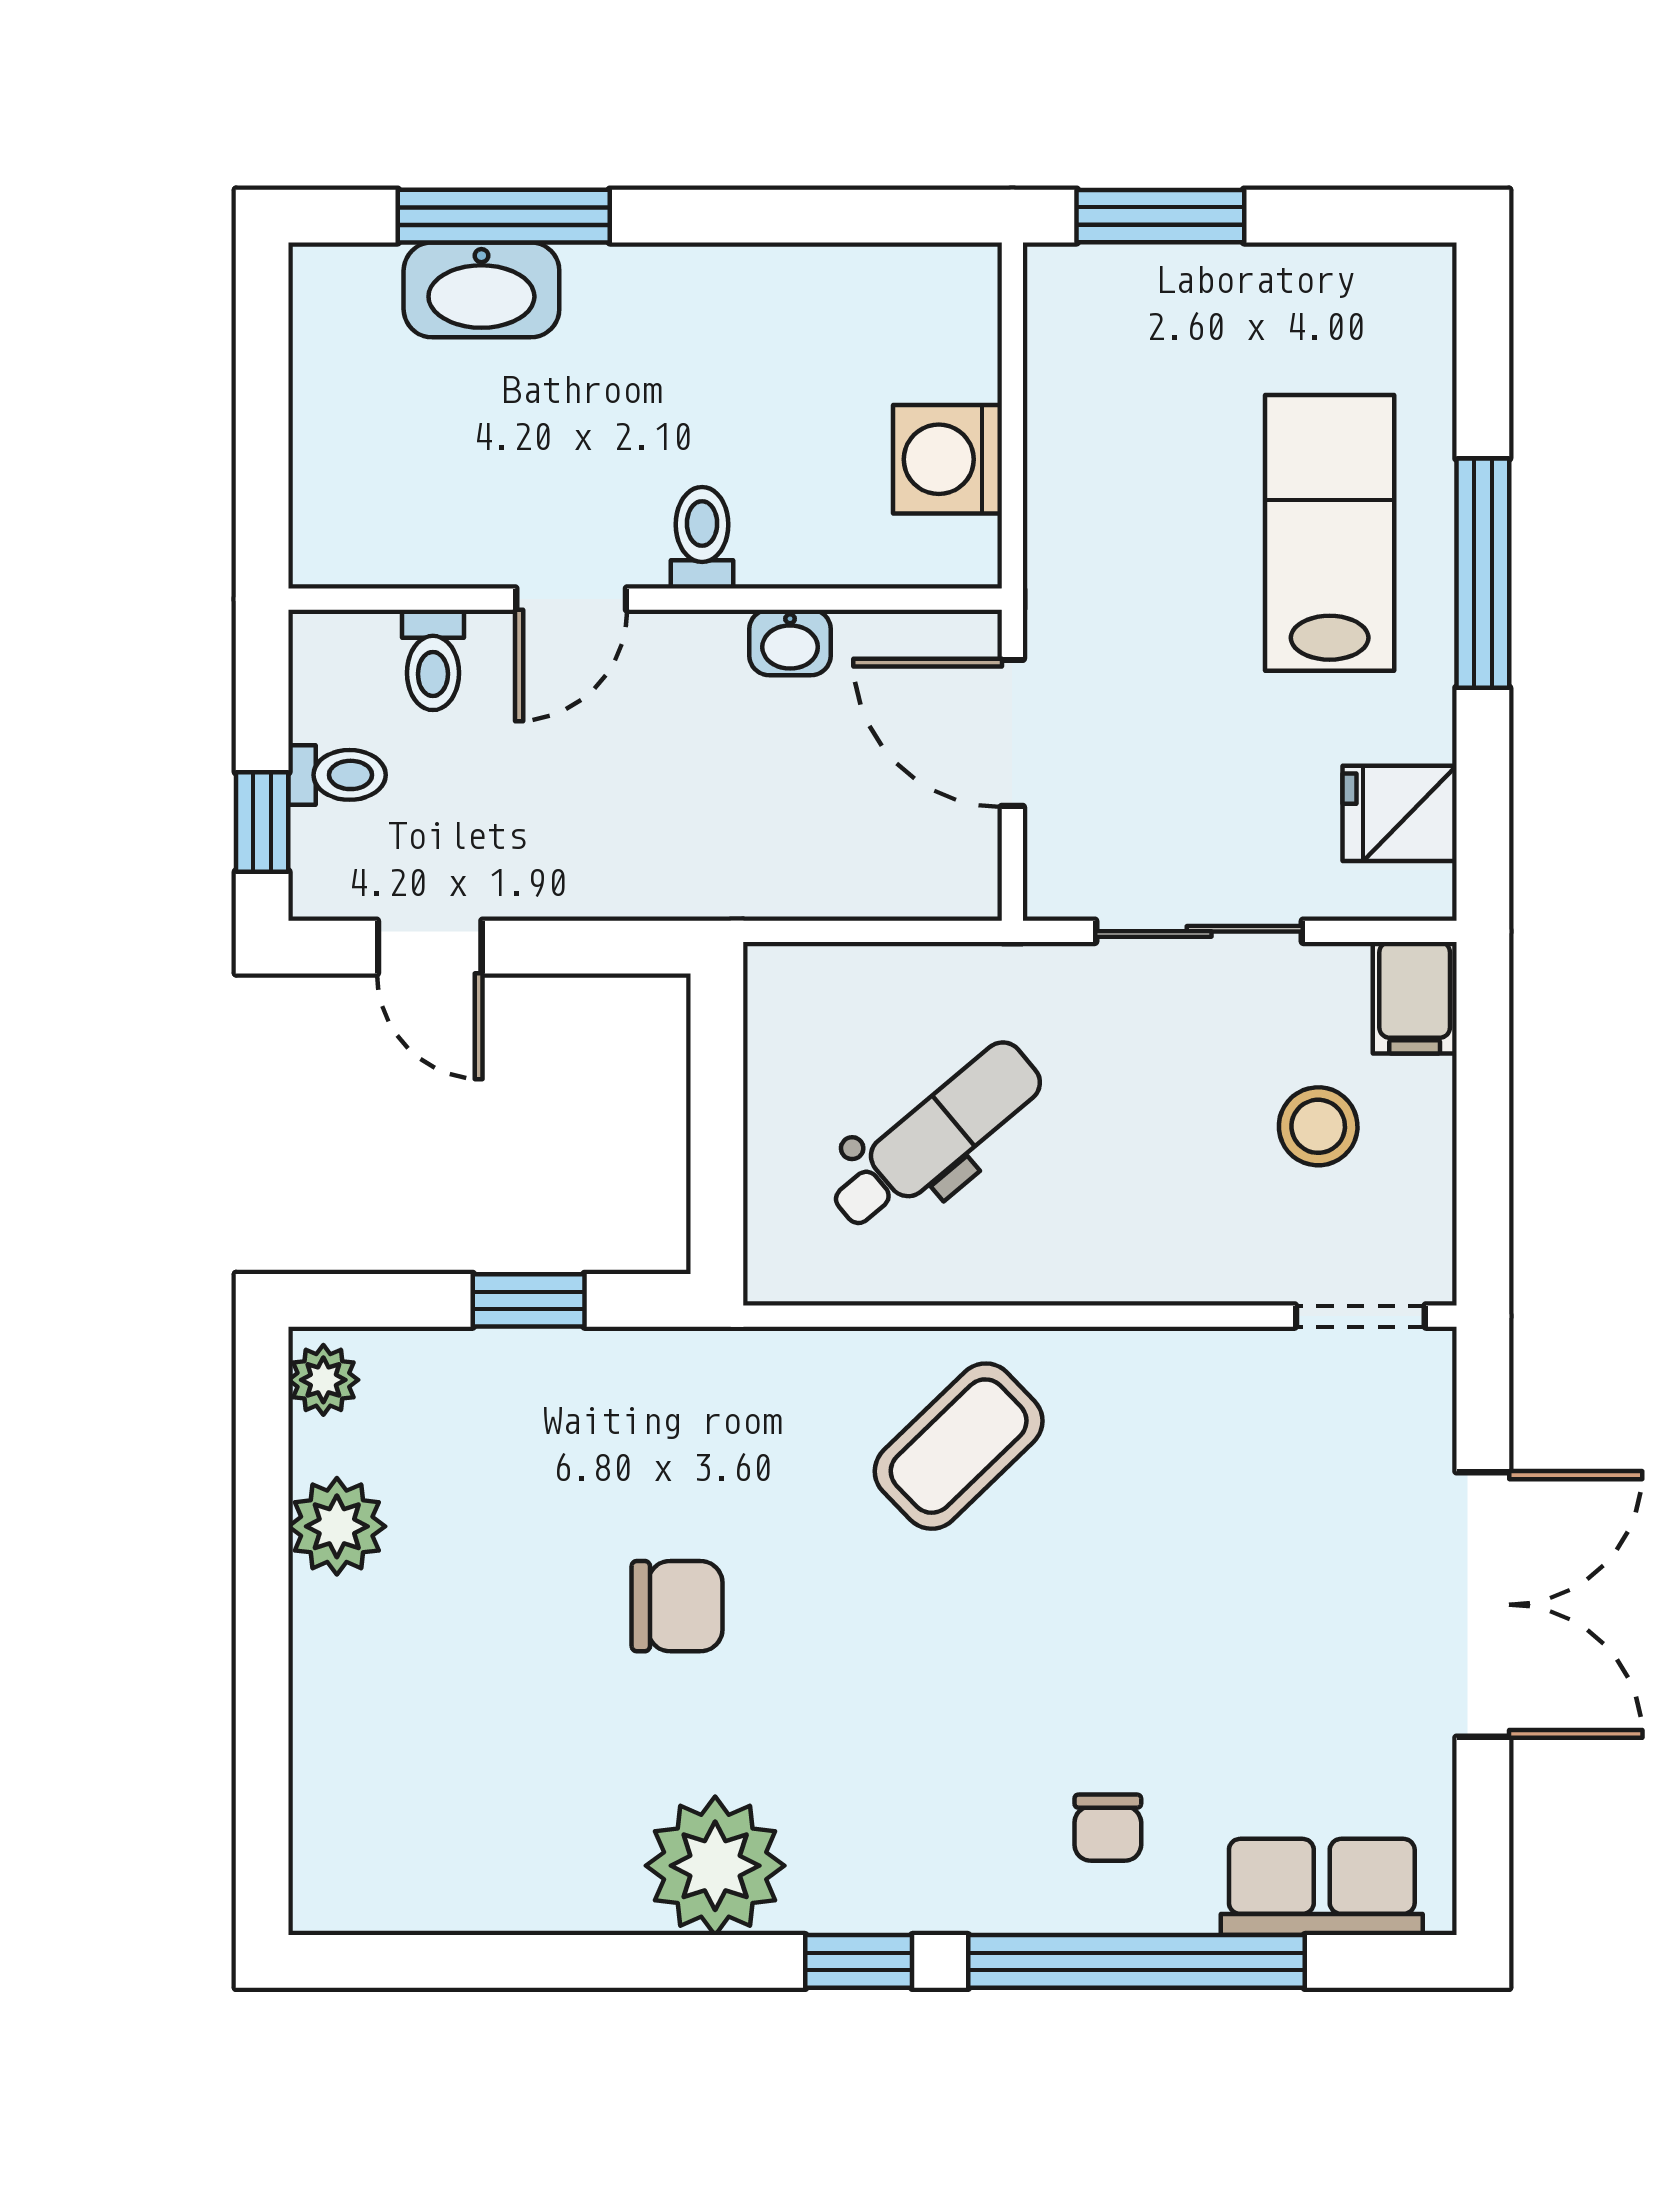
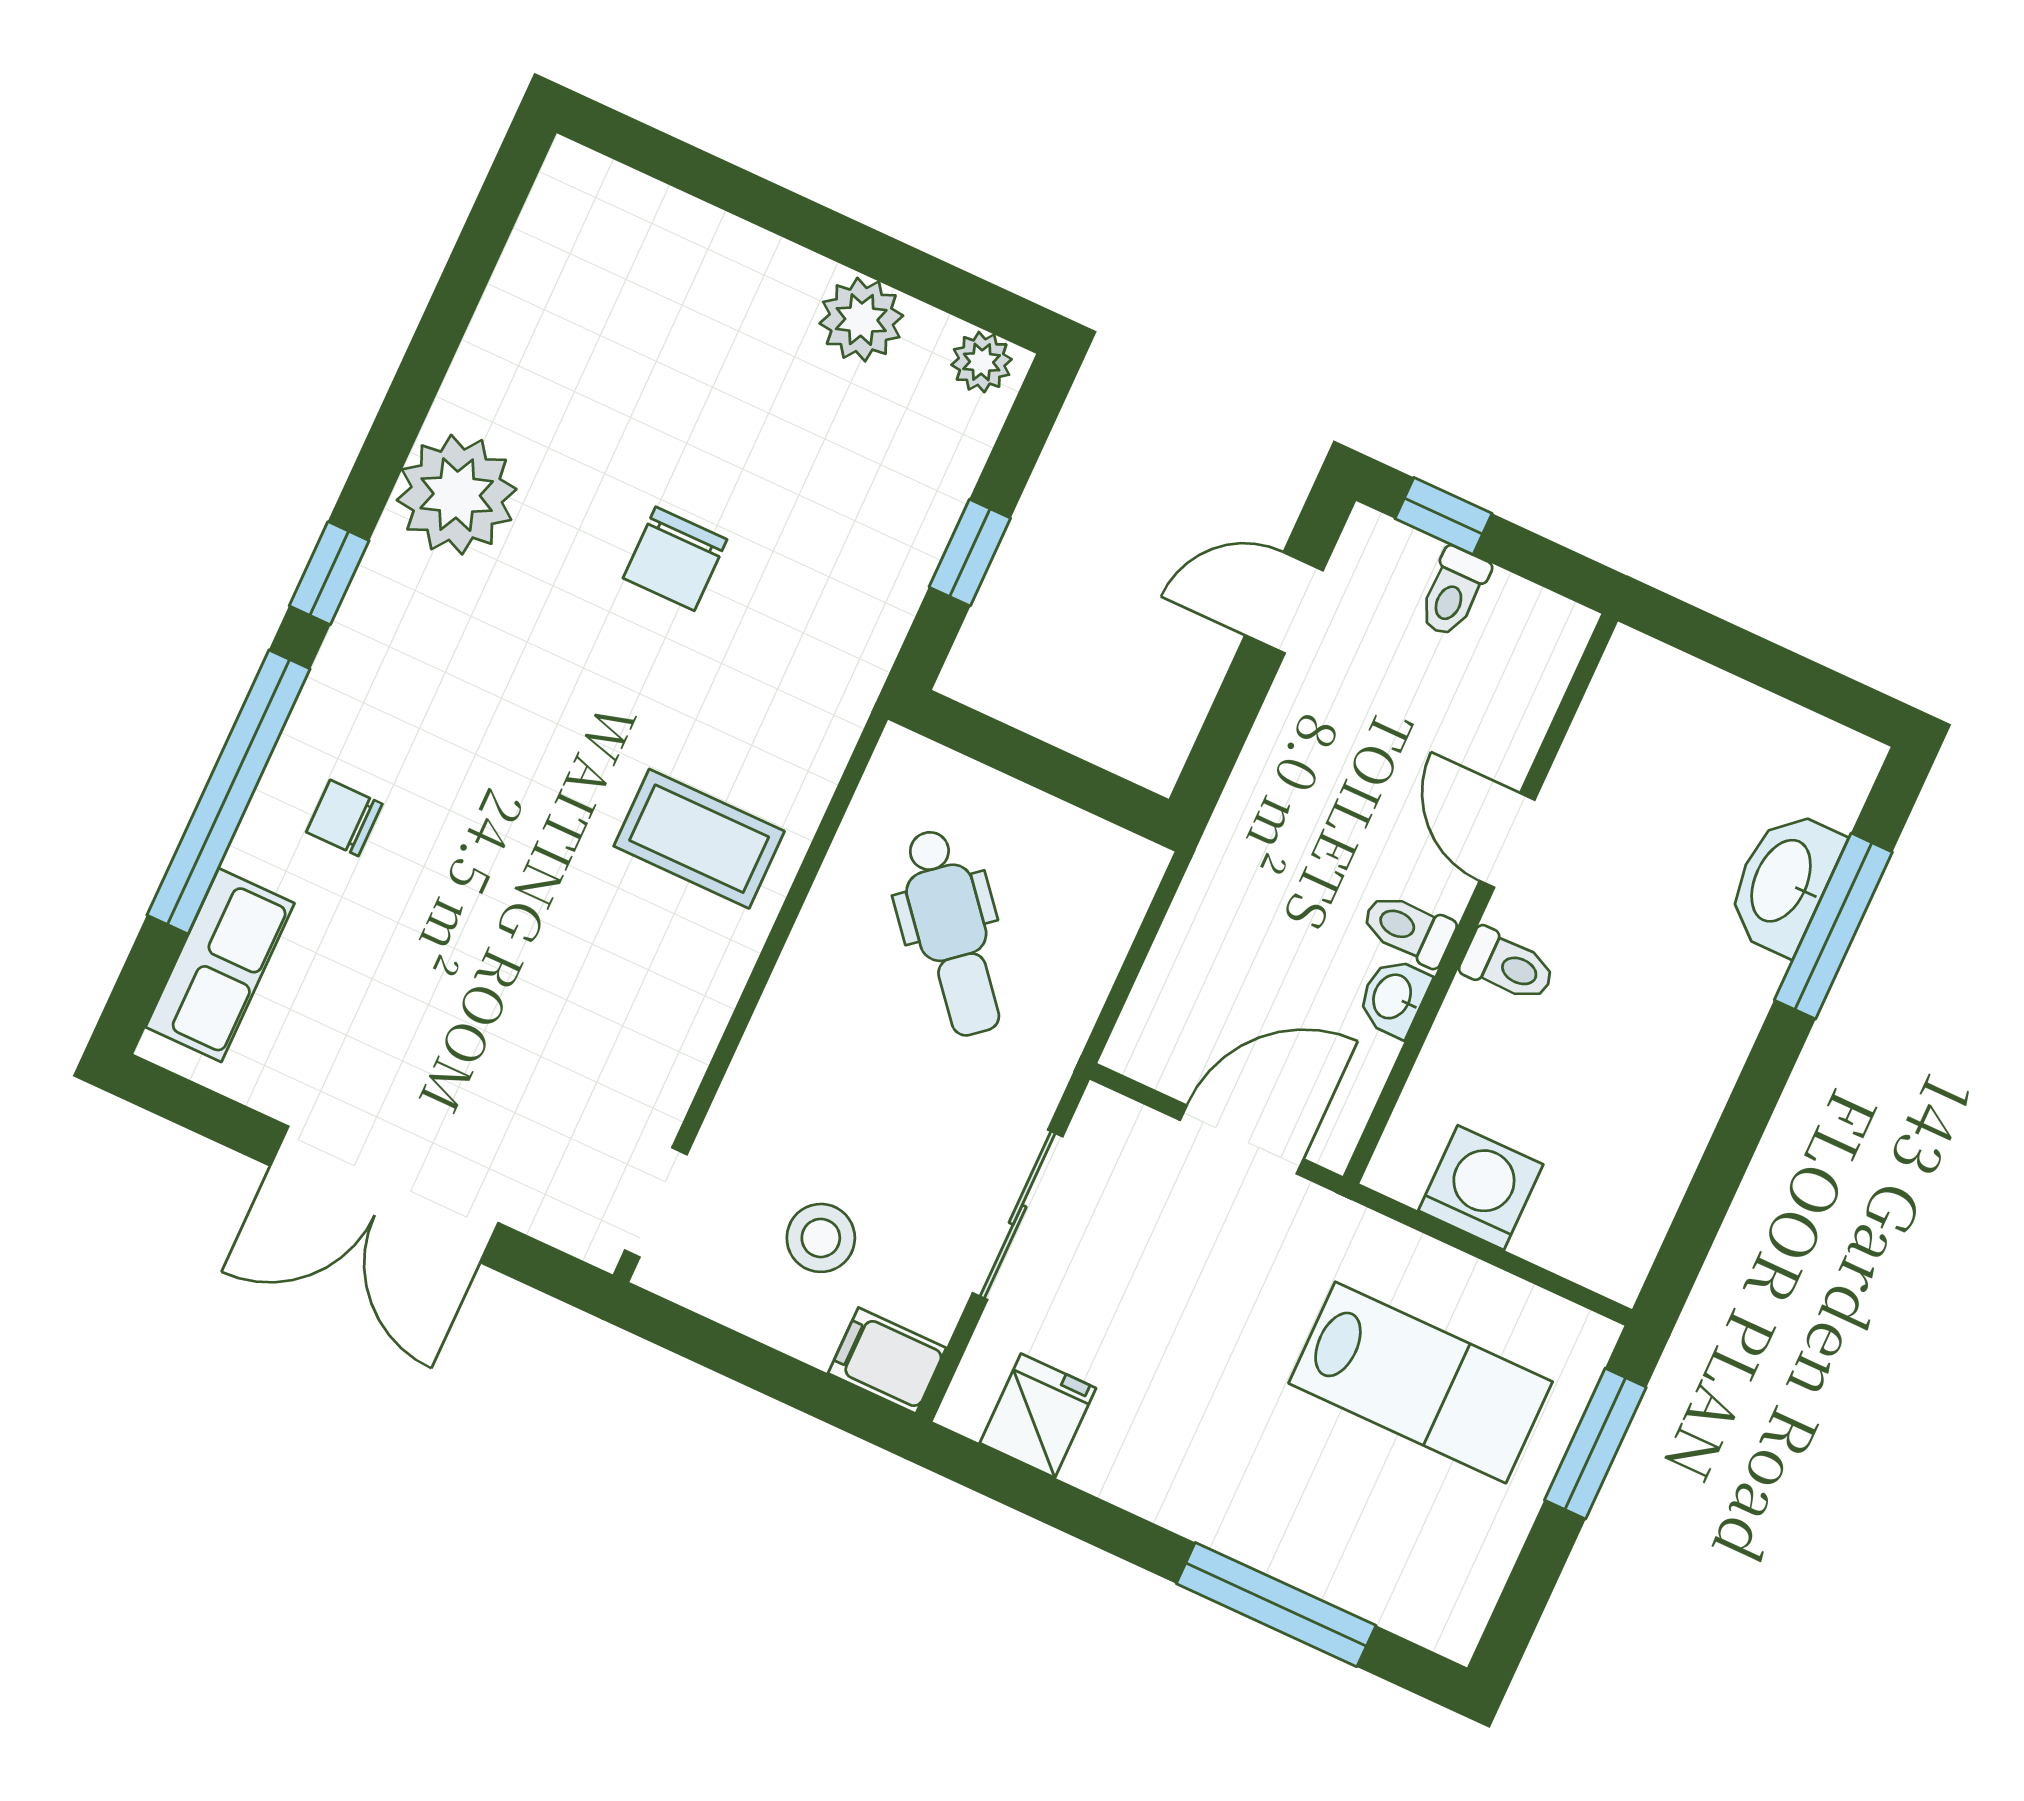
lab bench: (1330, 533) -> (1421, 1382), moved
window: (1483, 573) -> (1276, 1605), moved
toilet: (433, 660) -> (1408, 929), moved
coffee table: (959, 1446) -> (699, 839), turned -46

